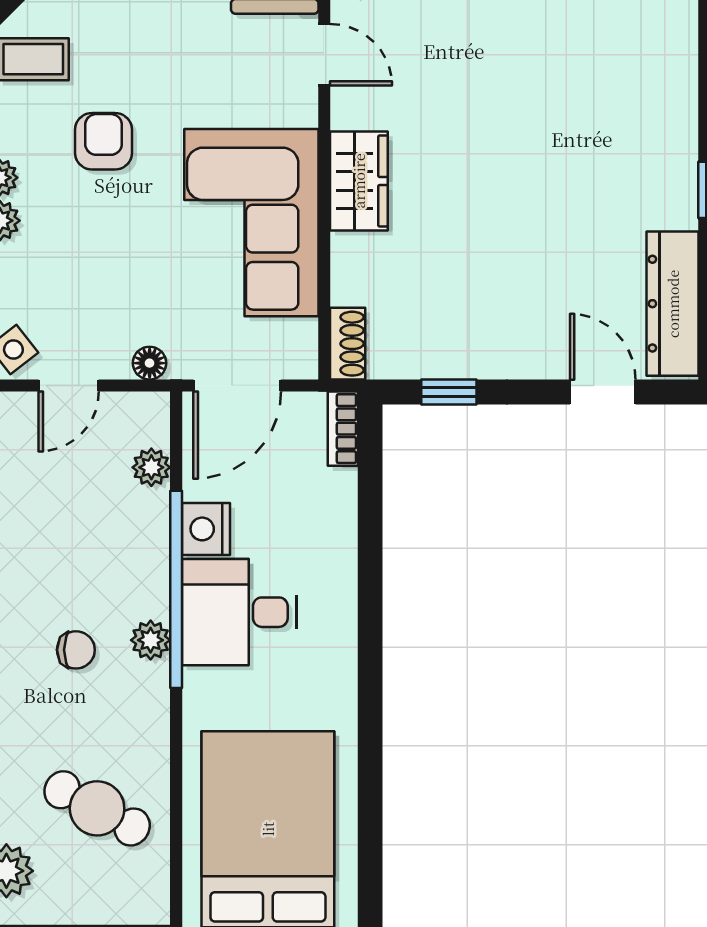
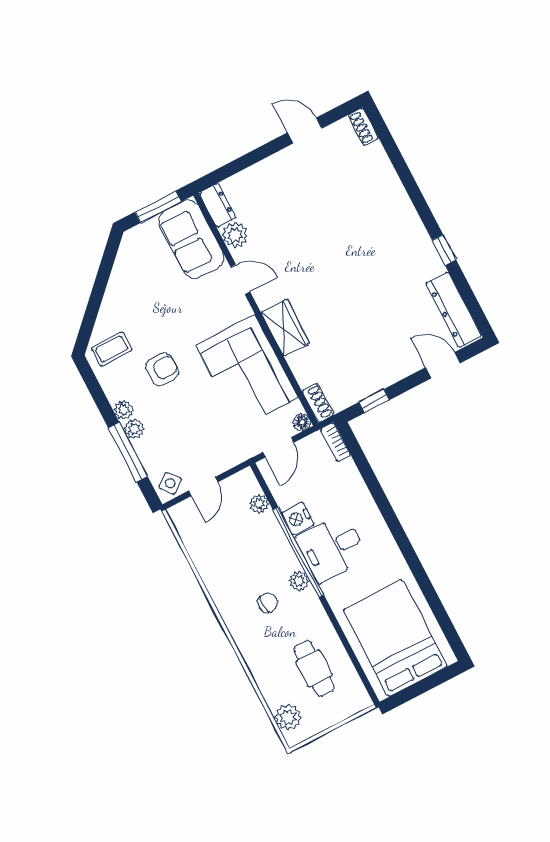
armchair: (104, 141) -> (162, 369), turned 90
floor lamp: (150, 363) -> (302, 422), moved
door: (237, 386) -> (278, 447), width x0.73
cafe table: (97, 808) -> (314, 668), turned 62

